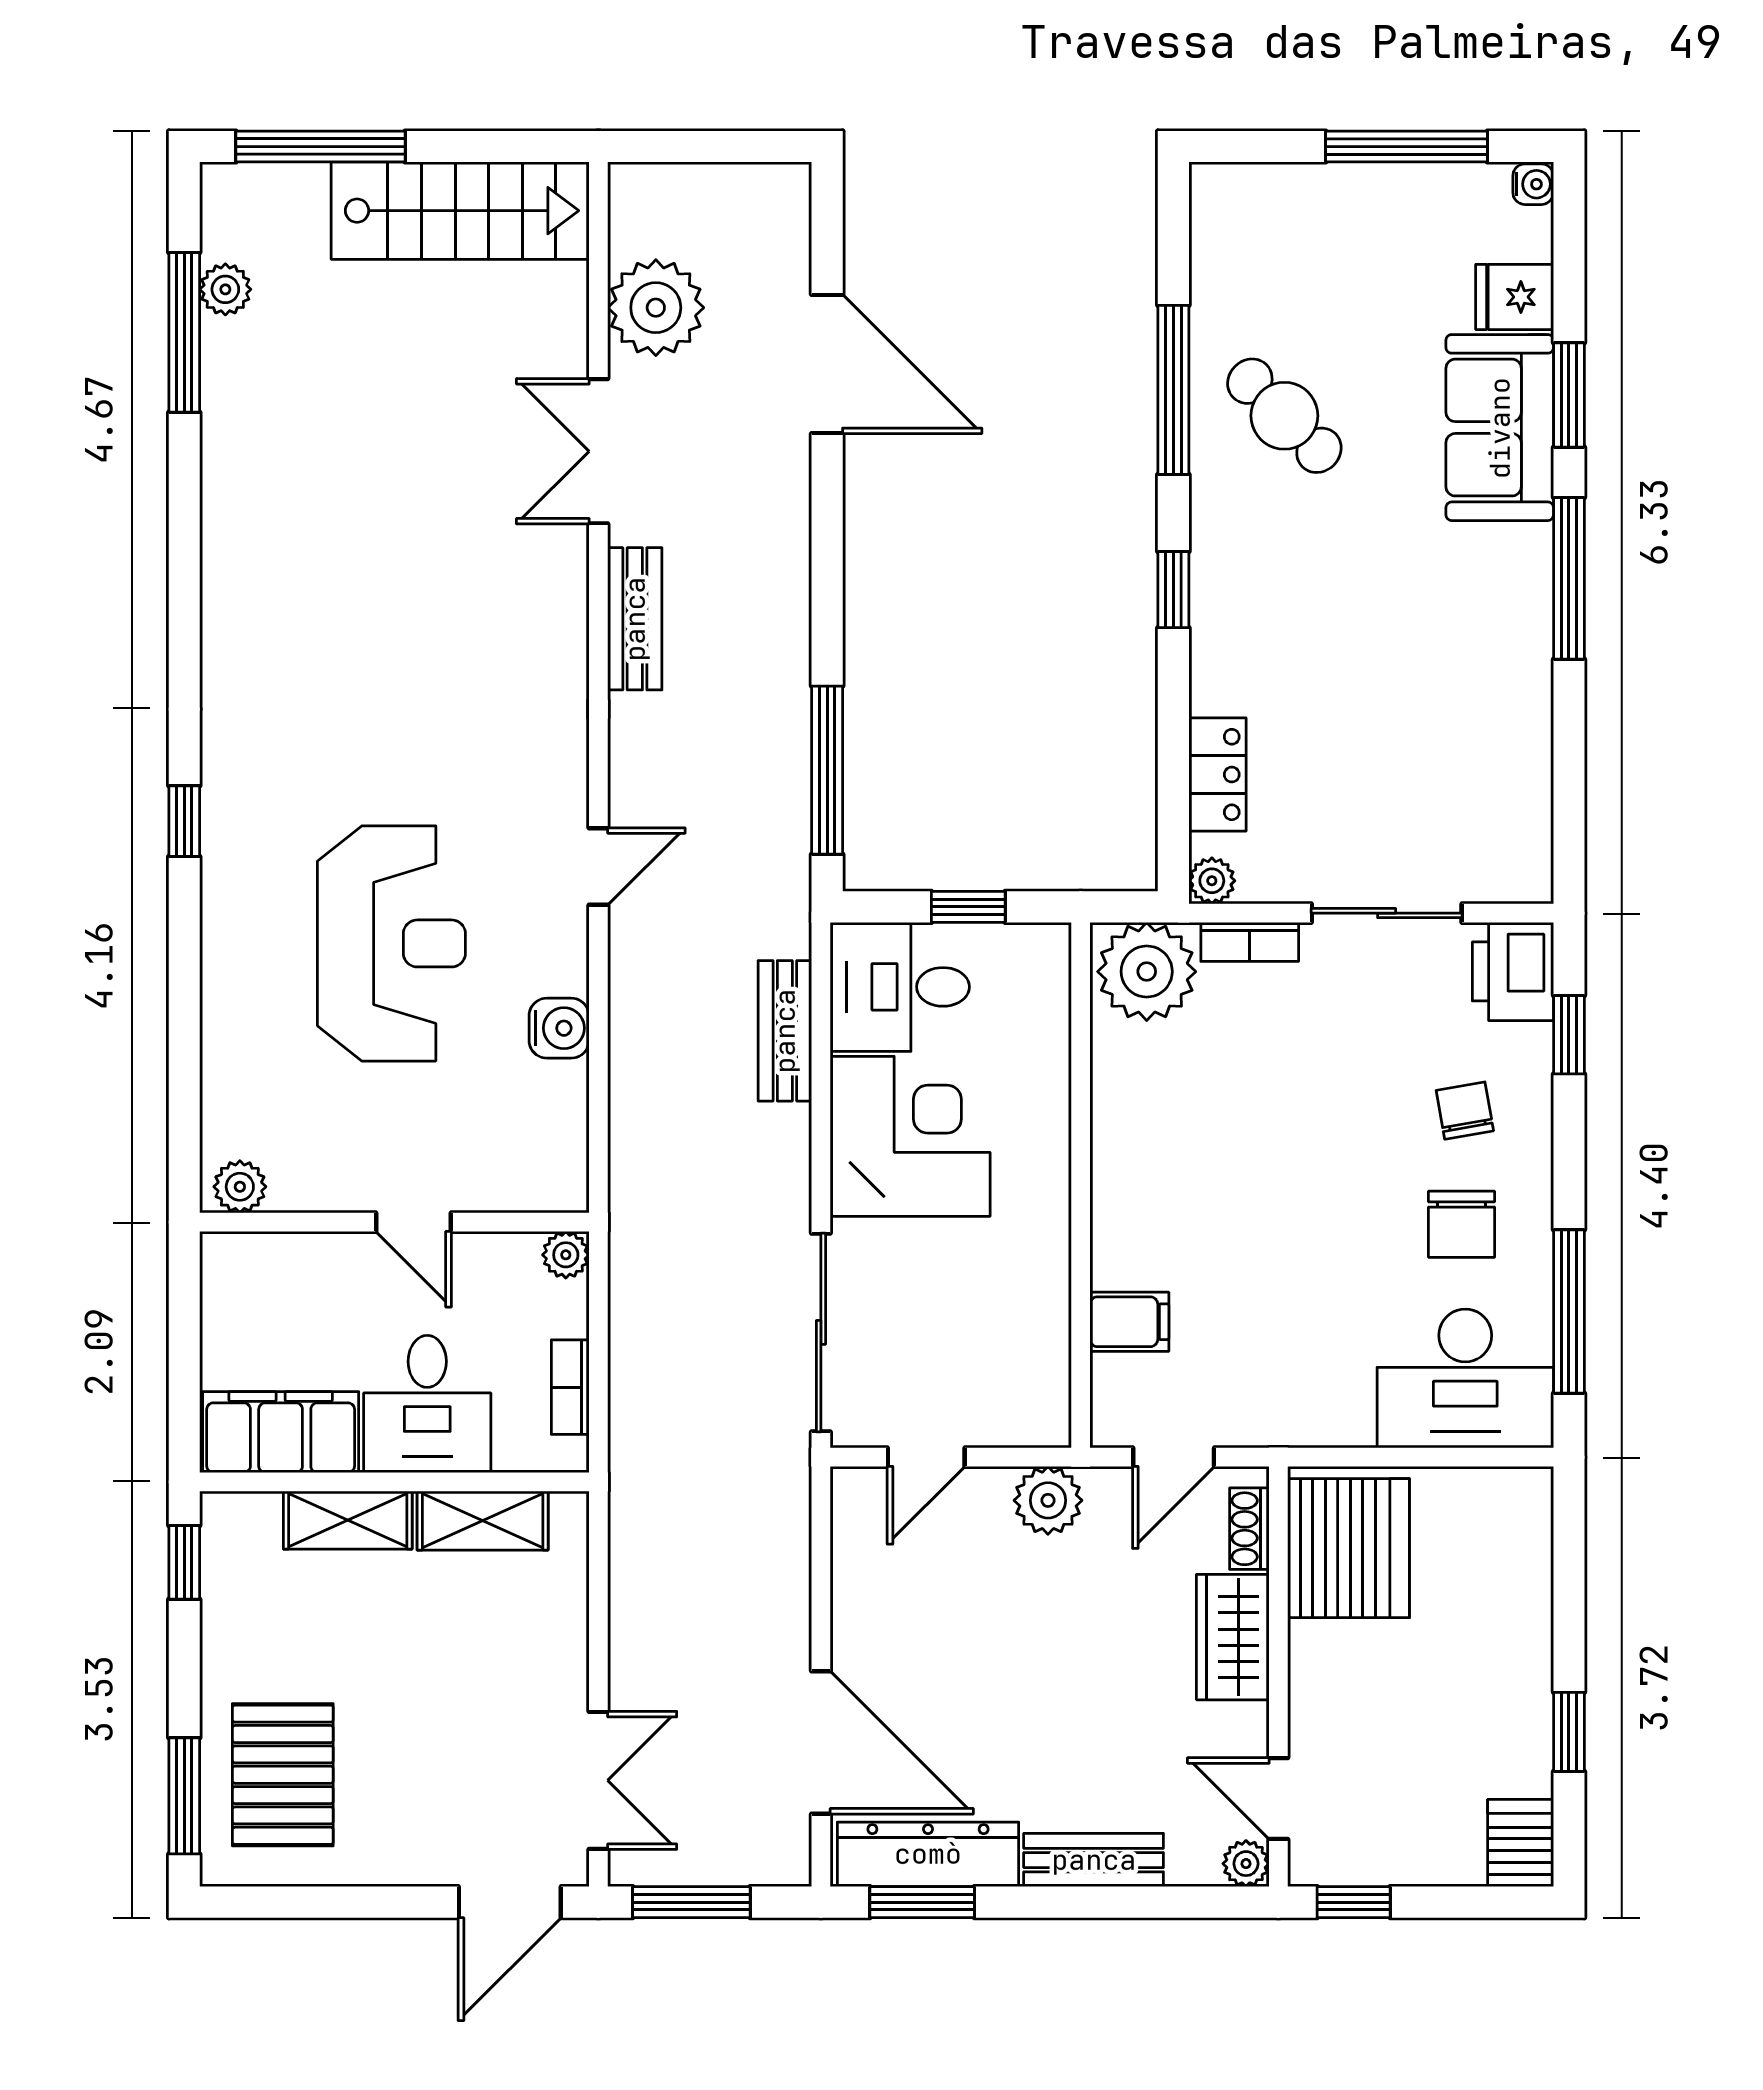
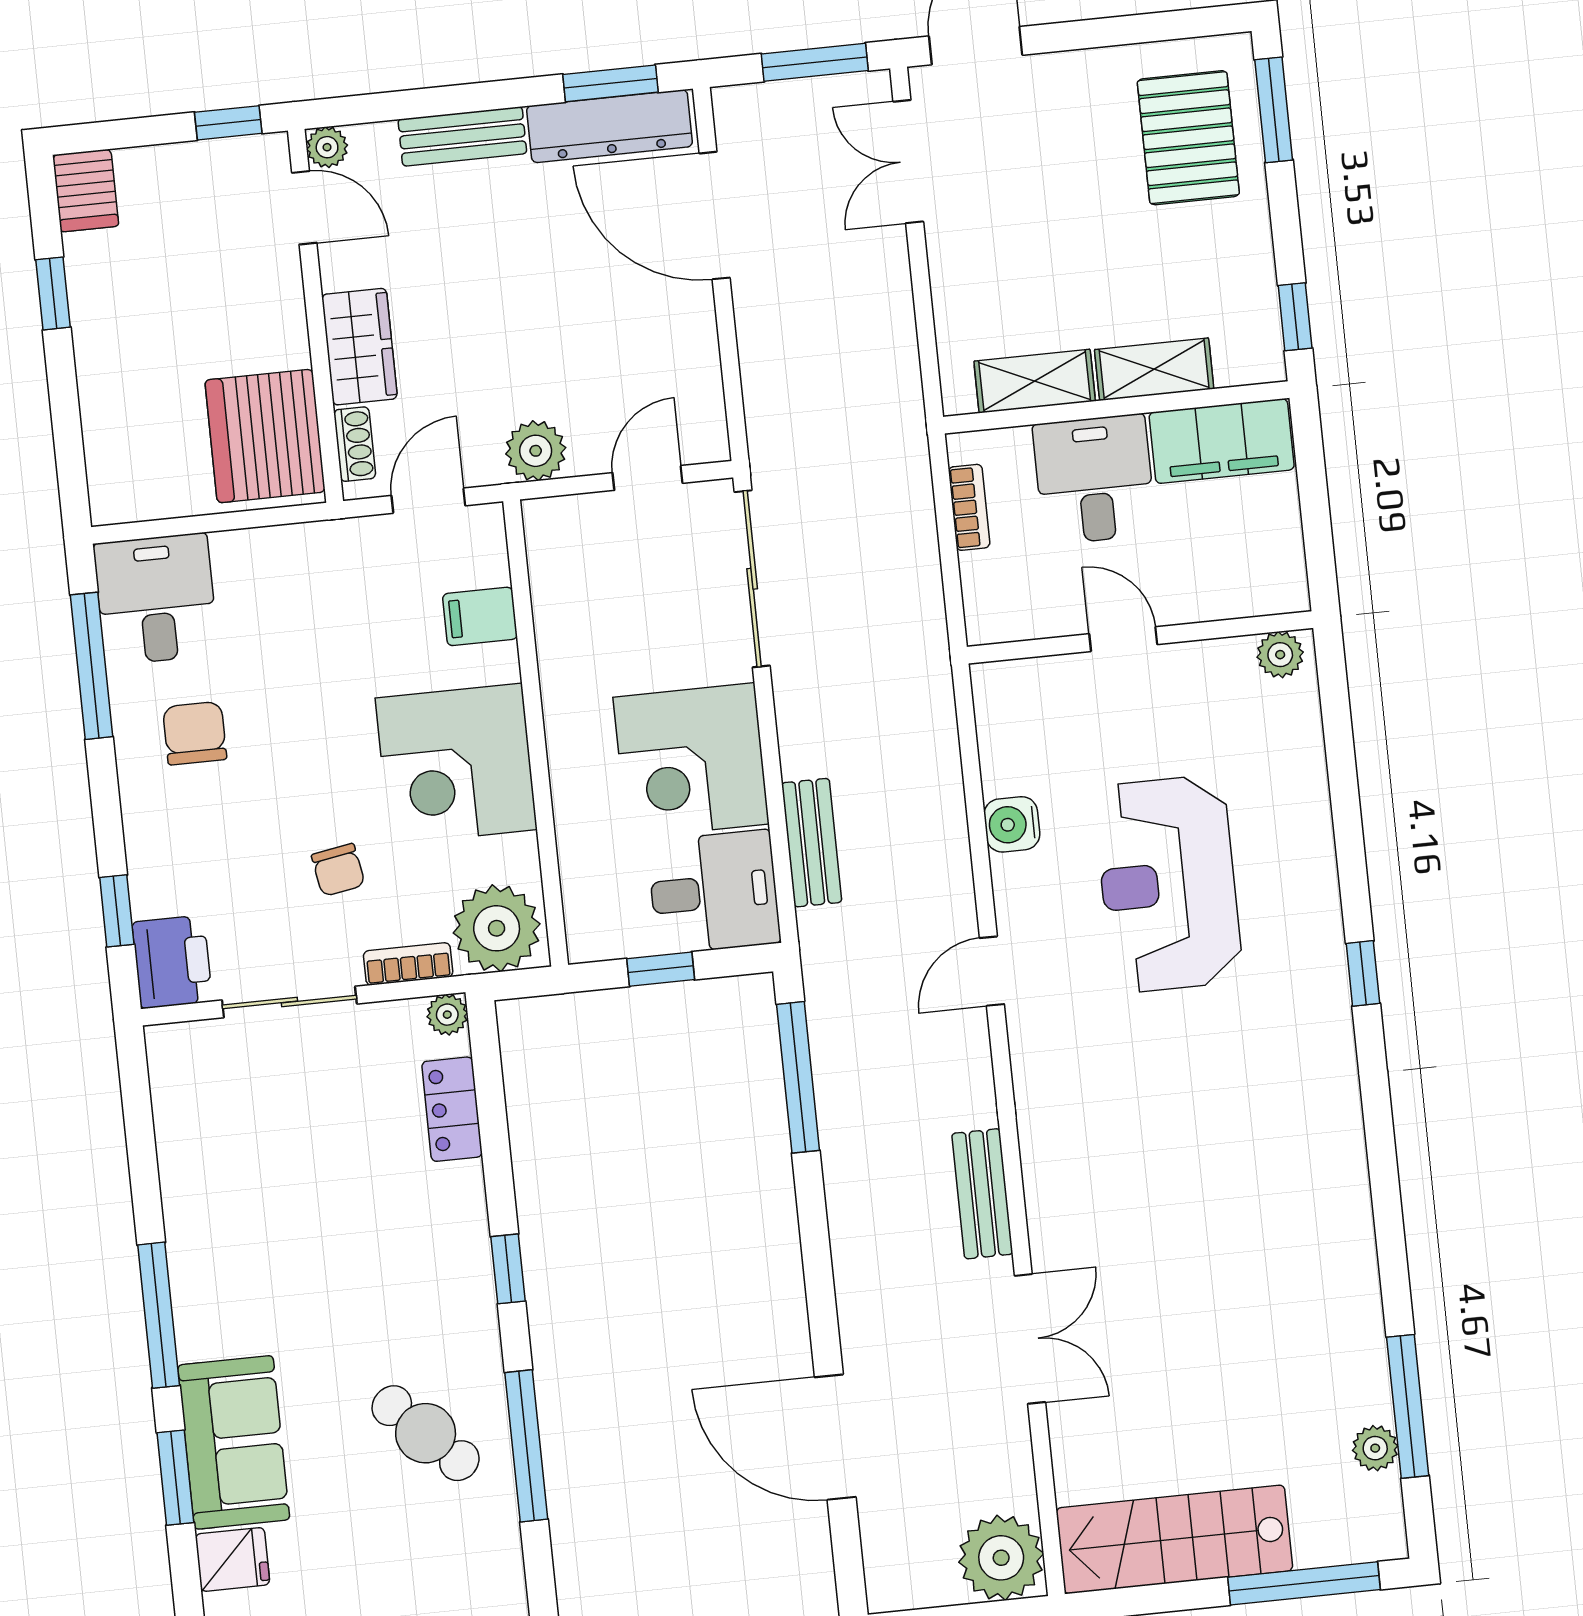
plant: (656, 308) -> (1001, 1558), moved
chair: (1465, 1111) -> (338, 870), moved
corner desk: (1173, 1160) -> (456, 764), added
plant: (566, 1255) -> (985, 624), removed
desk: (1465, 1378) -> (156, 599), width x0.73

